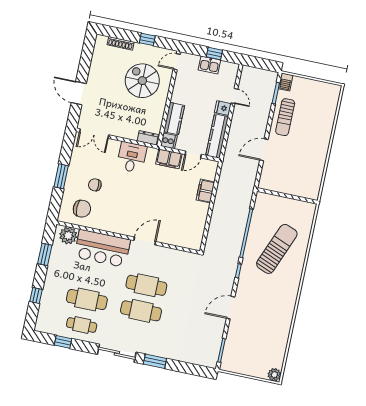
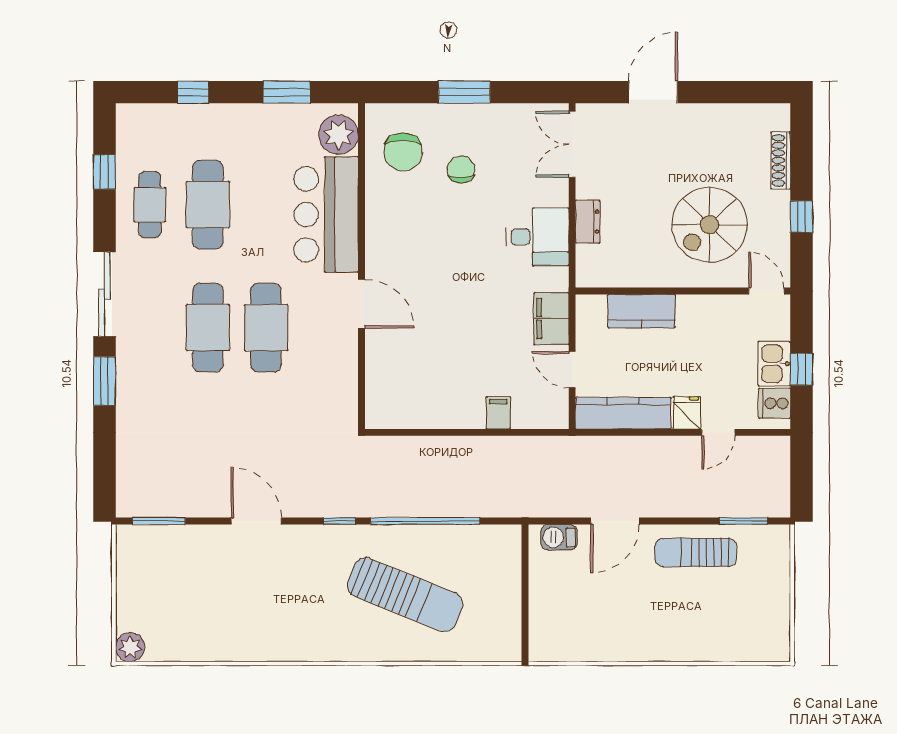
spiral stairs: (142, 81) -> (709, 225), turned 180
barbecue: (286, 82) -> (559, 537), moved
dresser: (148, 138) -> (588, 222), moved
cooker: (169, 141) -> (775, 403), moved, turned 90
door: (264, 150) -> (615, 521), swing flipped
filing cabinet: (205, 191) -> (498, 413), width x0.50

